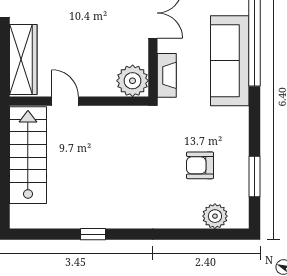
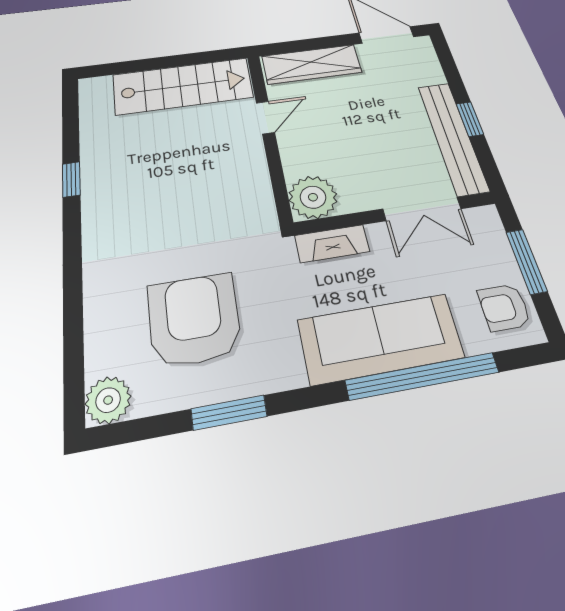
armchair: (200, 165) -> (194, 320), width x1.88, depth x1.88
window: (255, 176) -> (229, 413), moved
plant: (215, 216) -> (108, 400), moved

